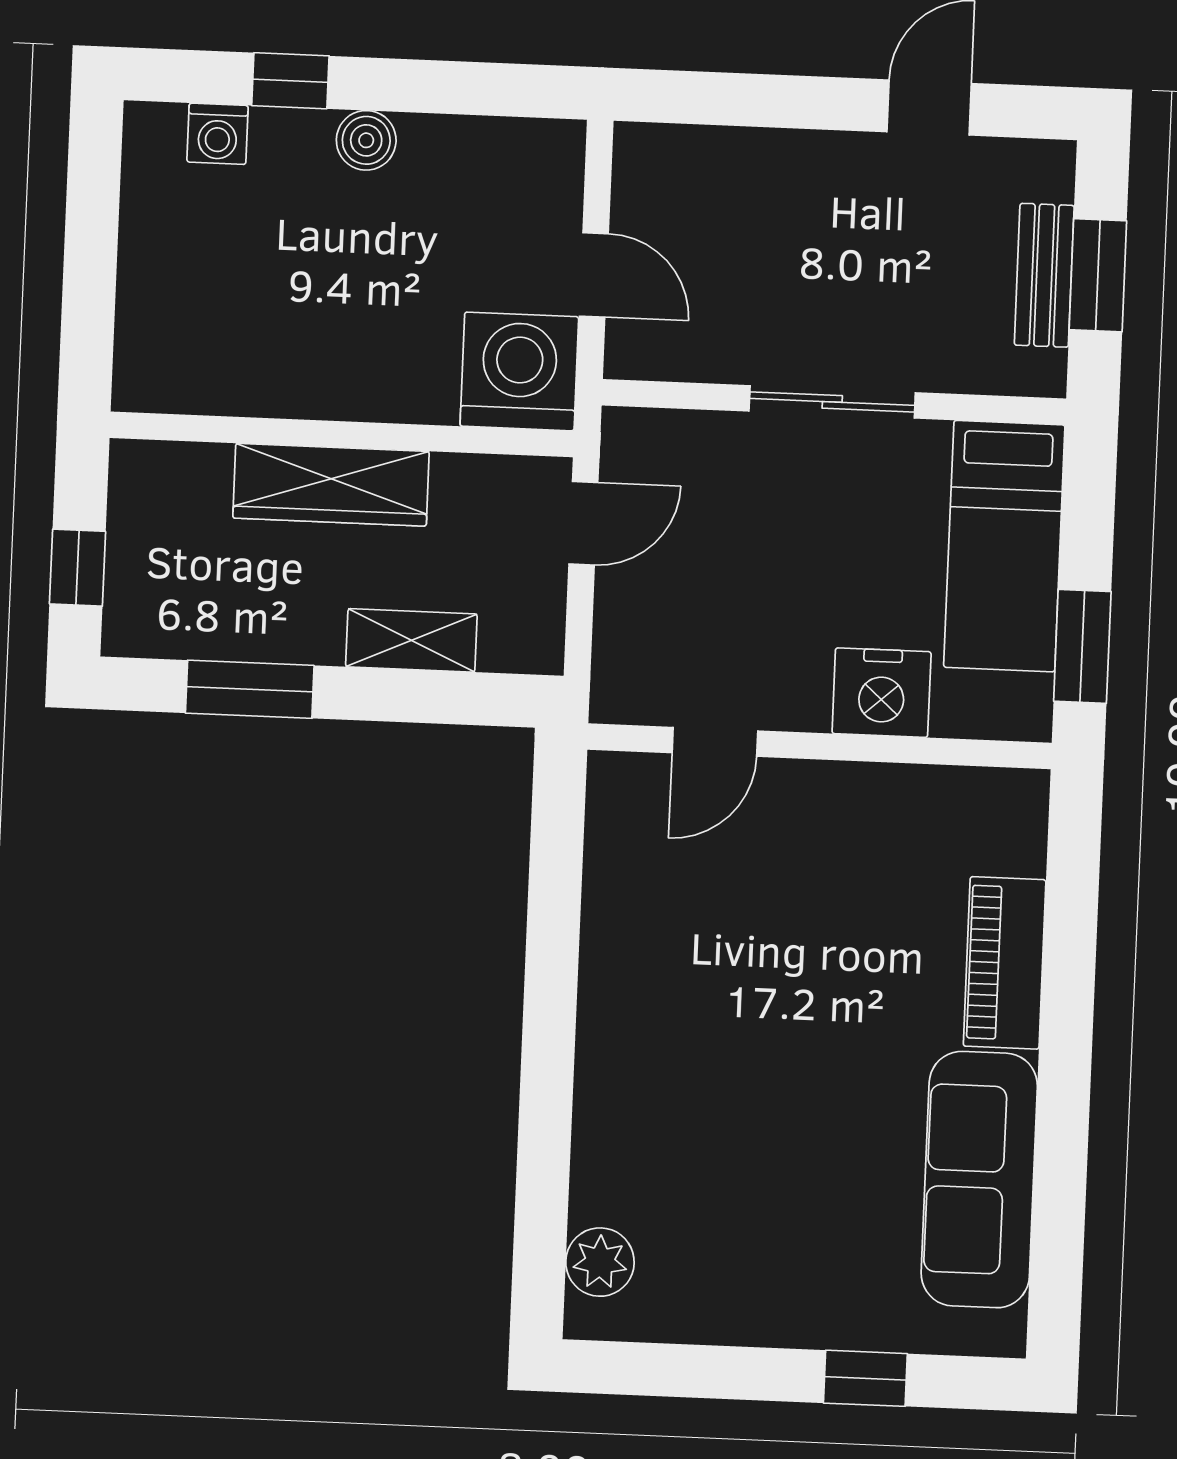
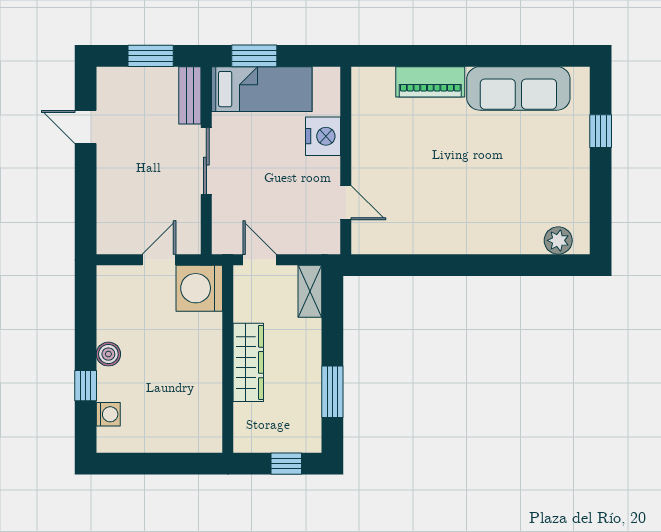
bench: (1044, 275) -> (190, 95), moved, turned 90
shelving: (411, 640) -> (310, 291), moved
window: (1082, 646) -> (254, 56), moved

